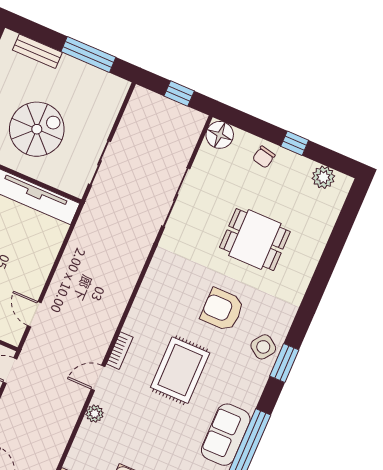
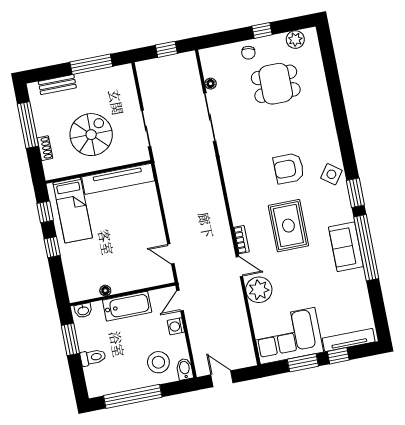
floor lamp: (220, 135) -> (211, 84), moved, width x0.53, depth x0.53
dining table: (255, 240) -> (276, 84), moved
window: (284, 363) -> (355, 193), moved
door: (98, 378) -> (239, 267), swing flipped
plant: (95, 414) -> (259, 290), width x1.88, depth x1.88

